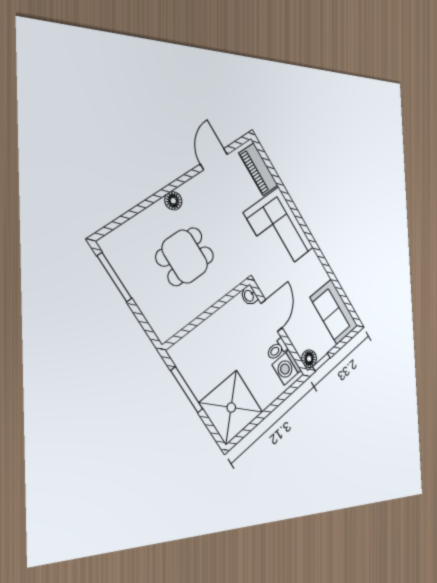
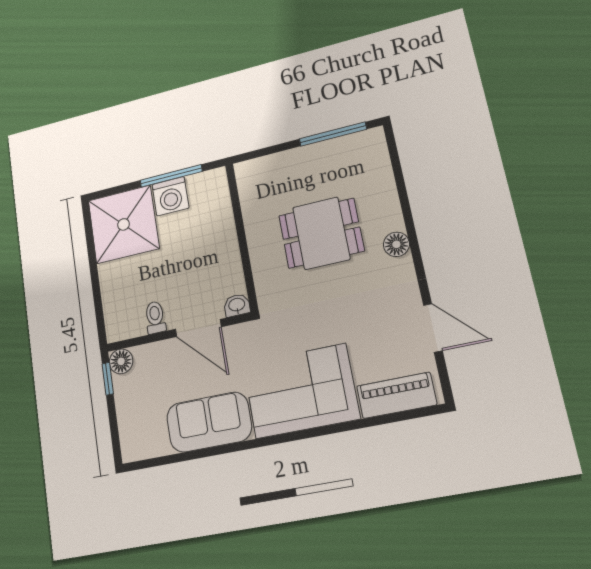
dining table: (185, 257) -> (321, 233), turned 90
sofa: (334, 312) -> (209, 422), moved
washing machine: (287, 367) -> (170, 196), moved, turned 180

